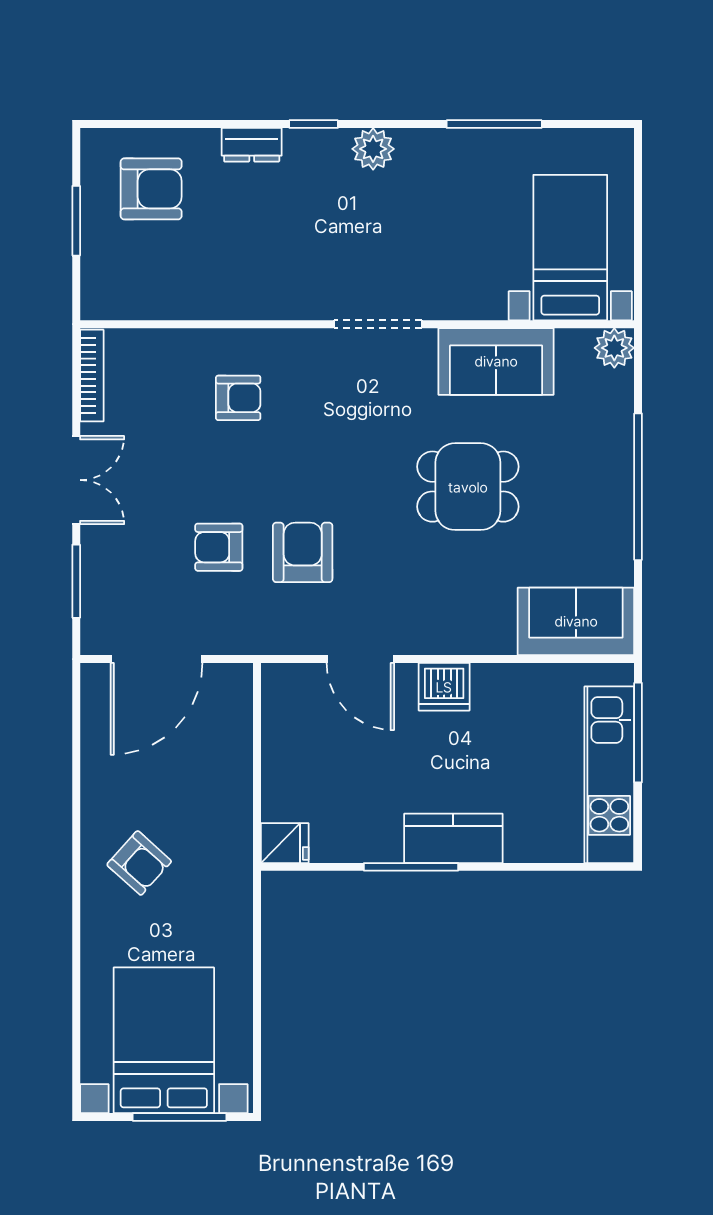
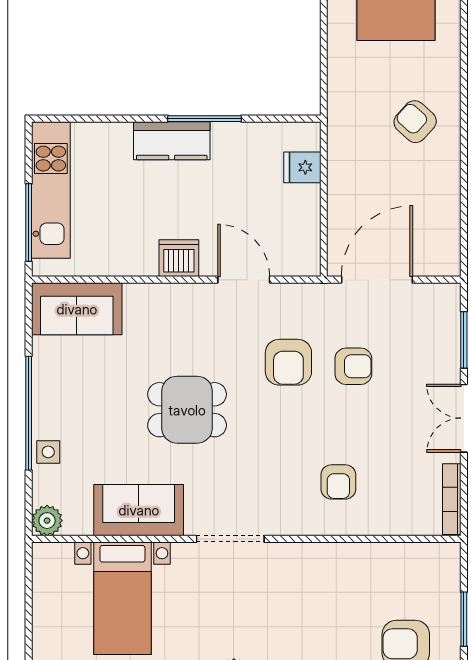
bed with nightstands: (570, 248) -> (122, 598), moved
armchair: (238, 398) -> (338, 482), turned -90
side table: (613, 437) -> (48, 452), added
dining table: (468, 487) -> (187, 410), moved
door: (156, 659) -> (377, 280), moved
fridge: (285, 843) -> (302, 167), moved

